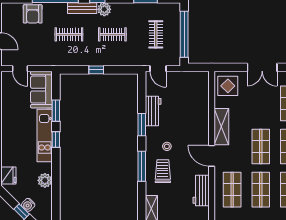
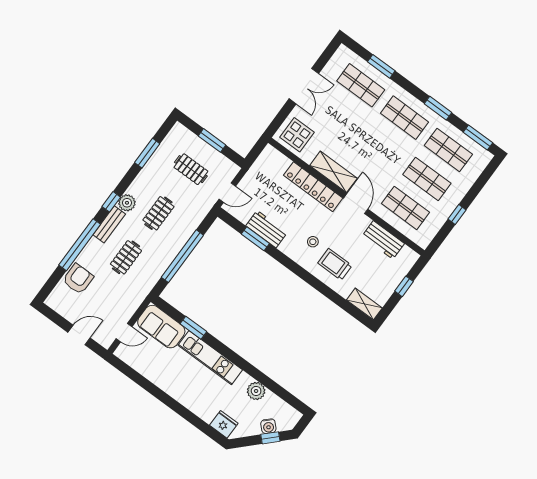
armchair: (33, 14) -> (78, 279), turned -90
window: (184, 34) -> (212, 140), width x0.47
window: (96, 70) -> (182, 256), width x3.17
locker: (202, 121) -> (313, 187), added
window: (142, 125) -> (255, 239), moved
window: (56, 140) -> (223, 349), removed
shop shelf: (261, 147) -> (383, 147), removed
door: (212, 156) -> (356, 204), swing flipped
window: (142, 166) -> (314, 282), removed

